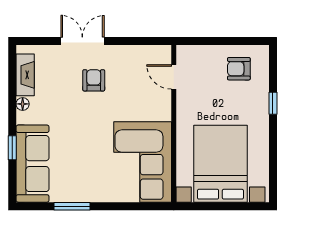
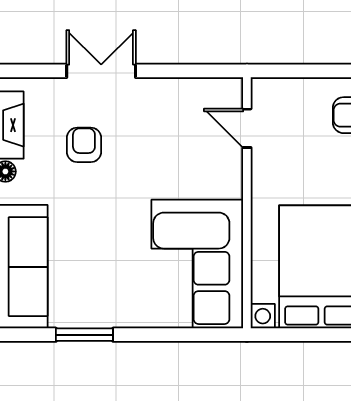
armchair: (94, 80) -> (84, 145), moved

